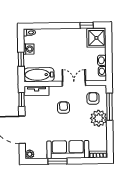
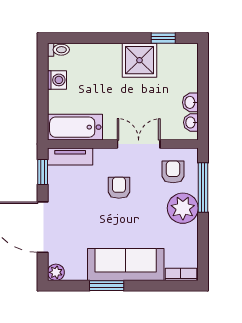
shower: (96, 38) -> (139, 60), moved
window: (21, 59) -> (43, 98), removed

